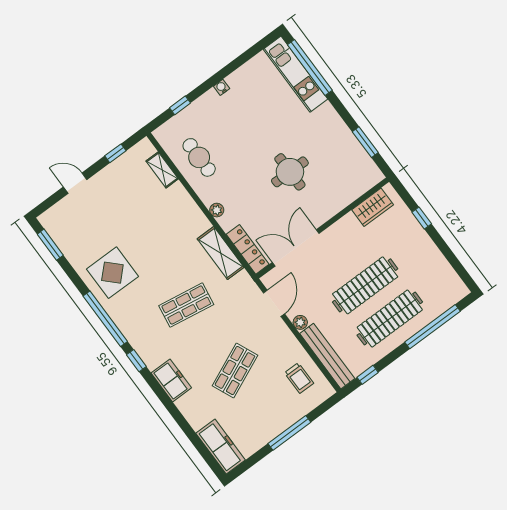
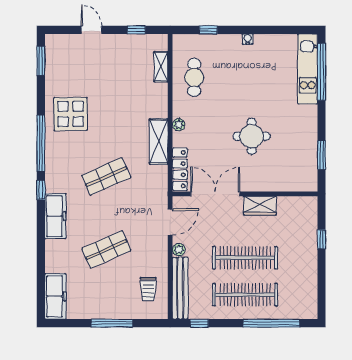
wardrobe: (373, 207) -> (260, 206), moved
shelving: (221, 253) -> (159, 142), moved
shop shelf: (186, 305) -> (106, 177), turned -33
freezer: (171, 380) -> (55, 216), width x1.40

